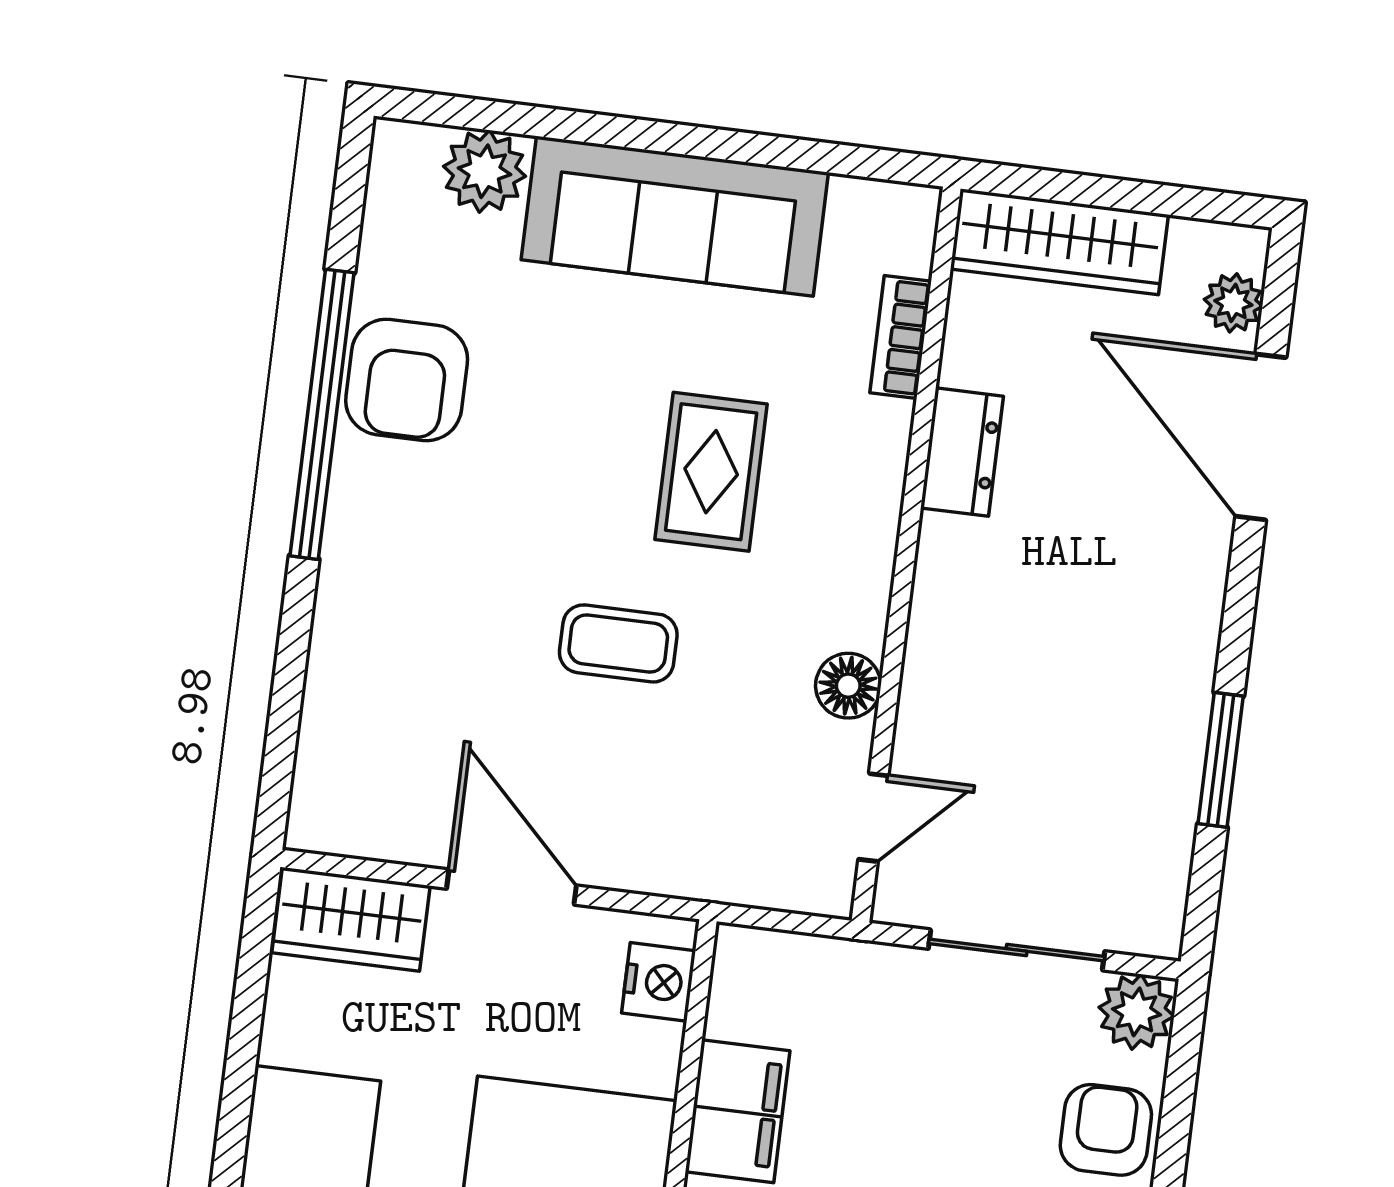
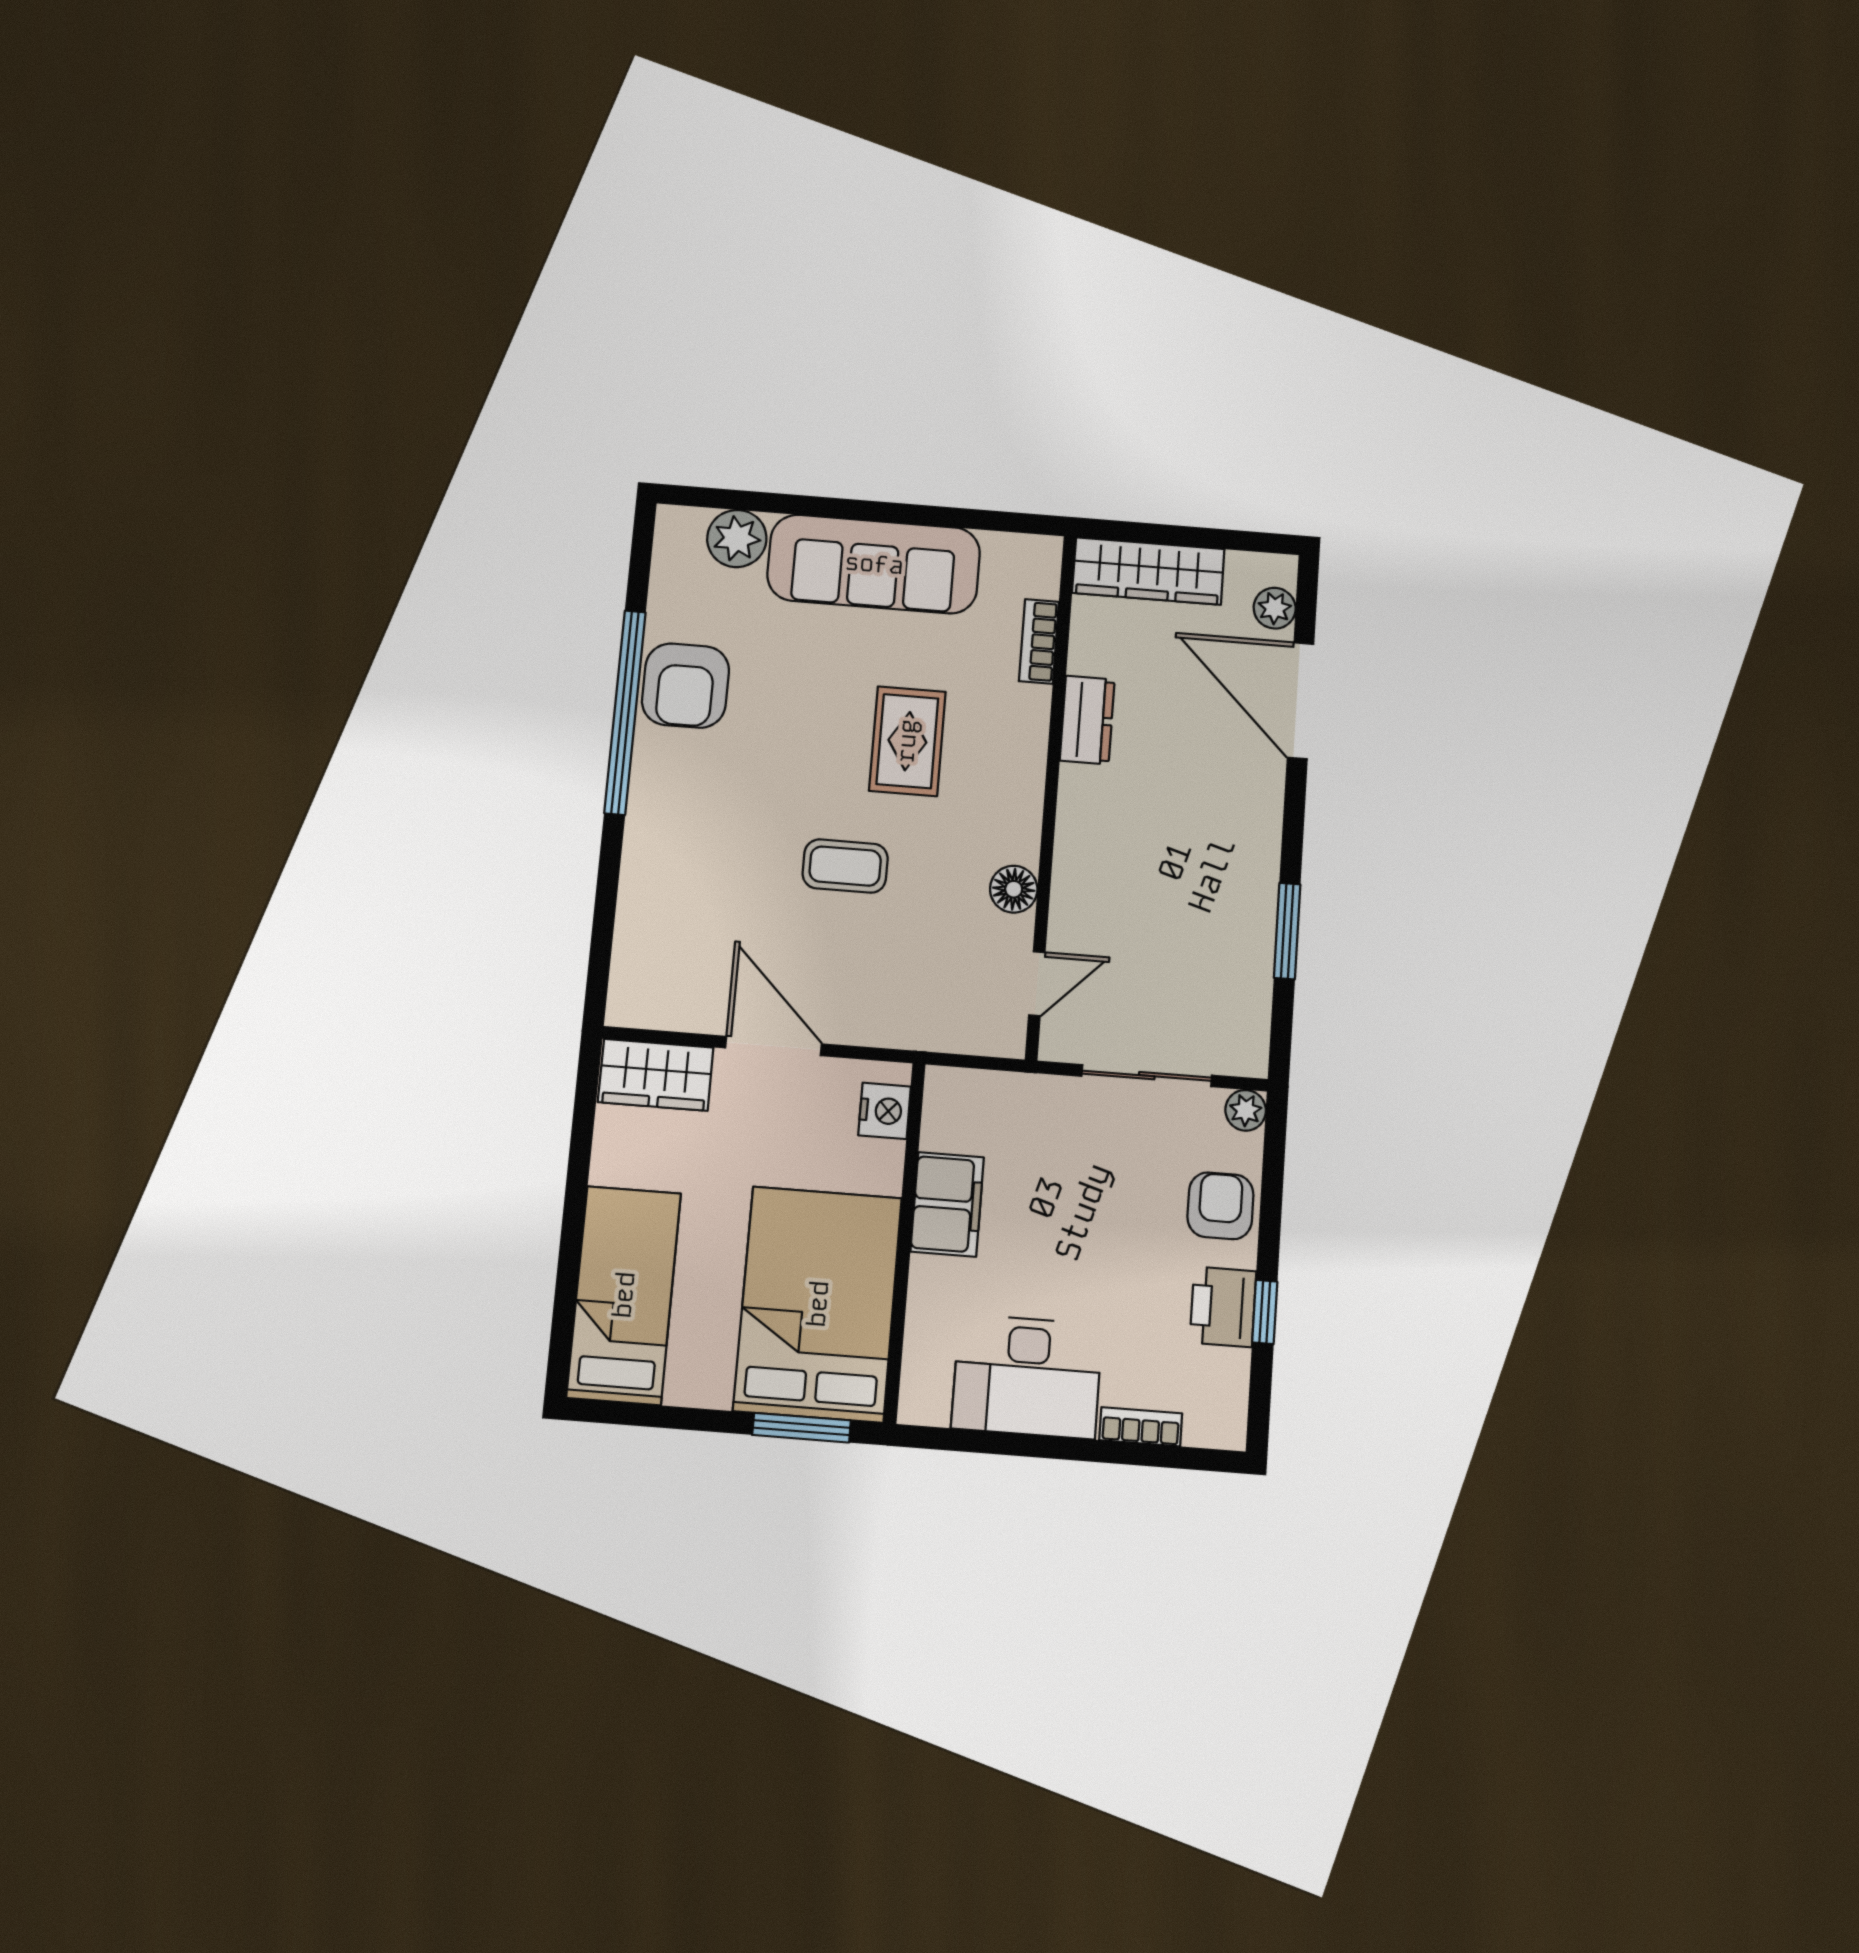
plant: (1137, 1012) -> (1246, 1110), width x0.73, depth x0.73

